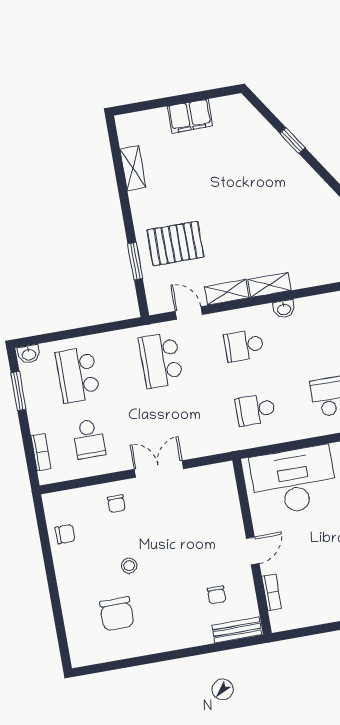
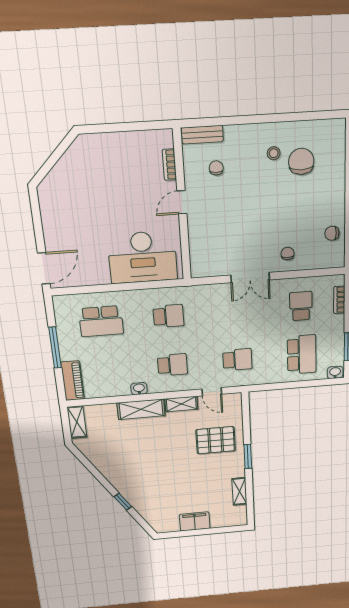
window: (135, 261) -> (248, 456), moved
shelving: (269, 285) -> (141, 409), width x1.50, depth x1.33
school desk: (161, 360) -> (237, 360), width x0.54
stool: (129, 566) -> (274, 153), moved

